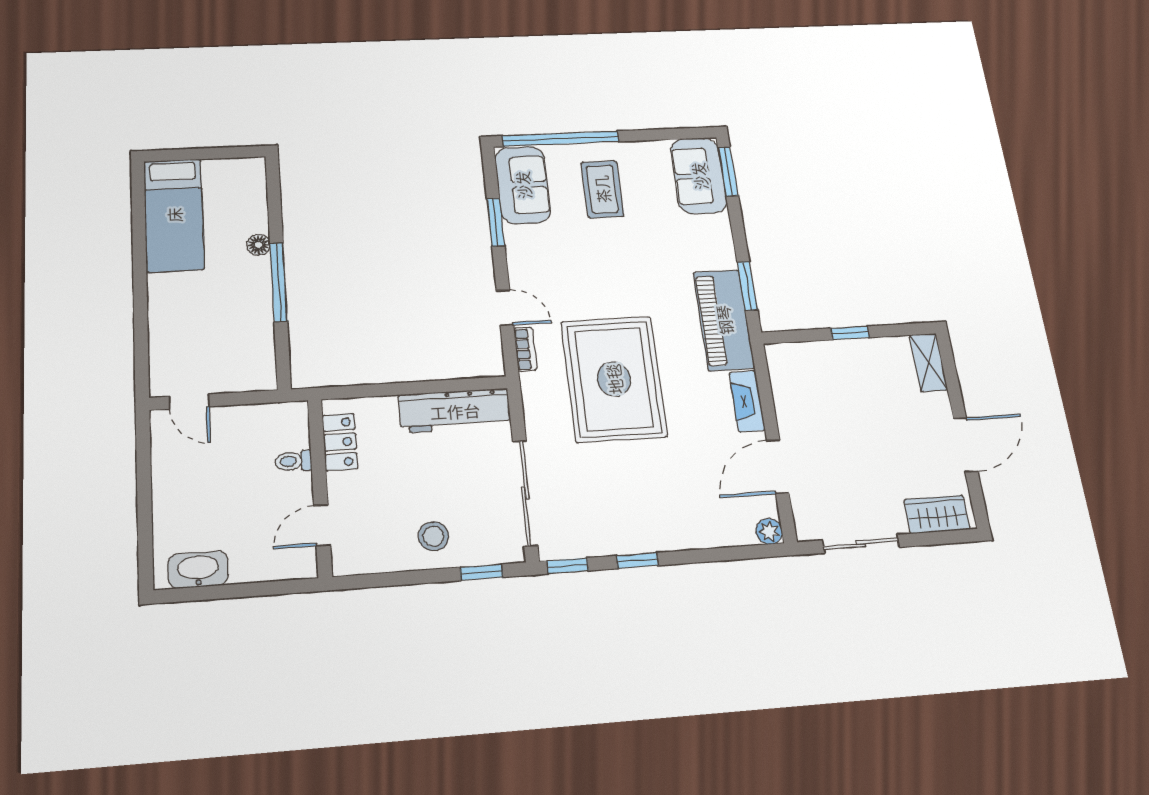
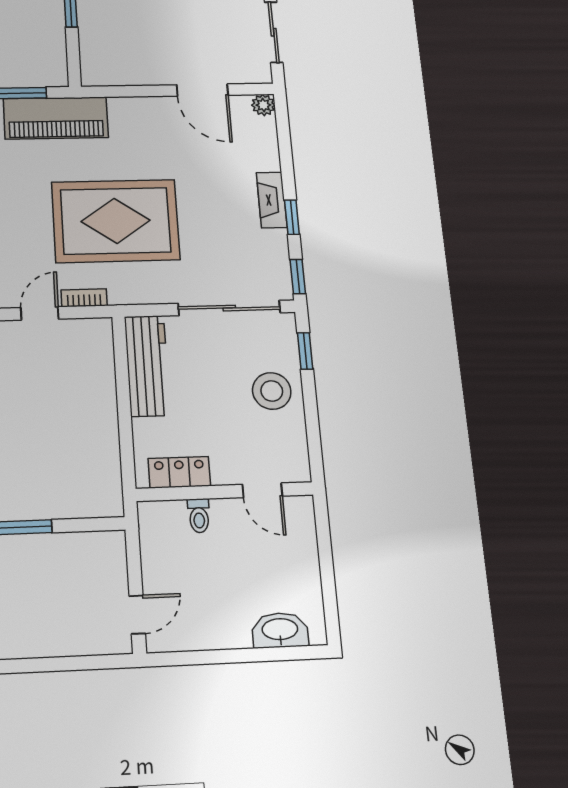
fireplace: (747, 401) -> (272, 200), moved, turned 90
stool: (433, 536) -> (272, 391), width x1.38, depth x1.38
washbasin: (198, 570) -> (280, 630), moved, turned 90

